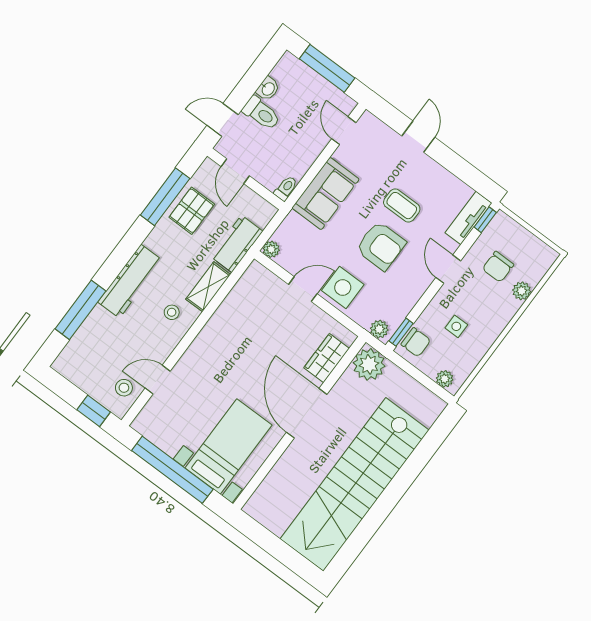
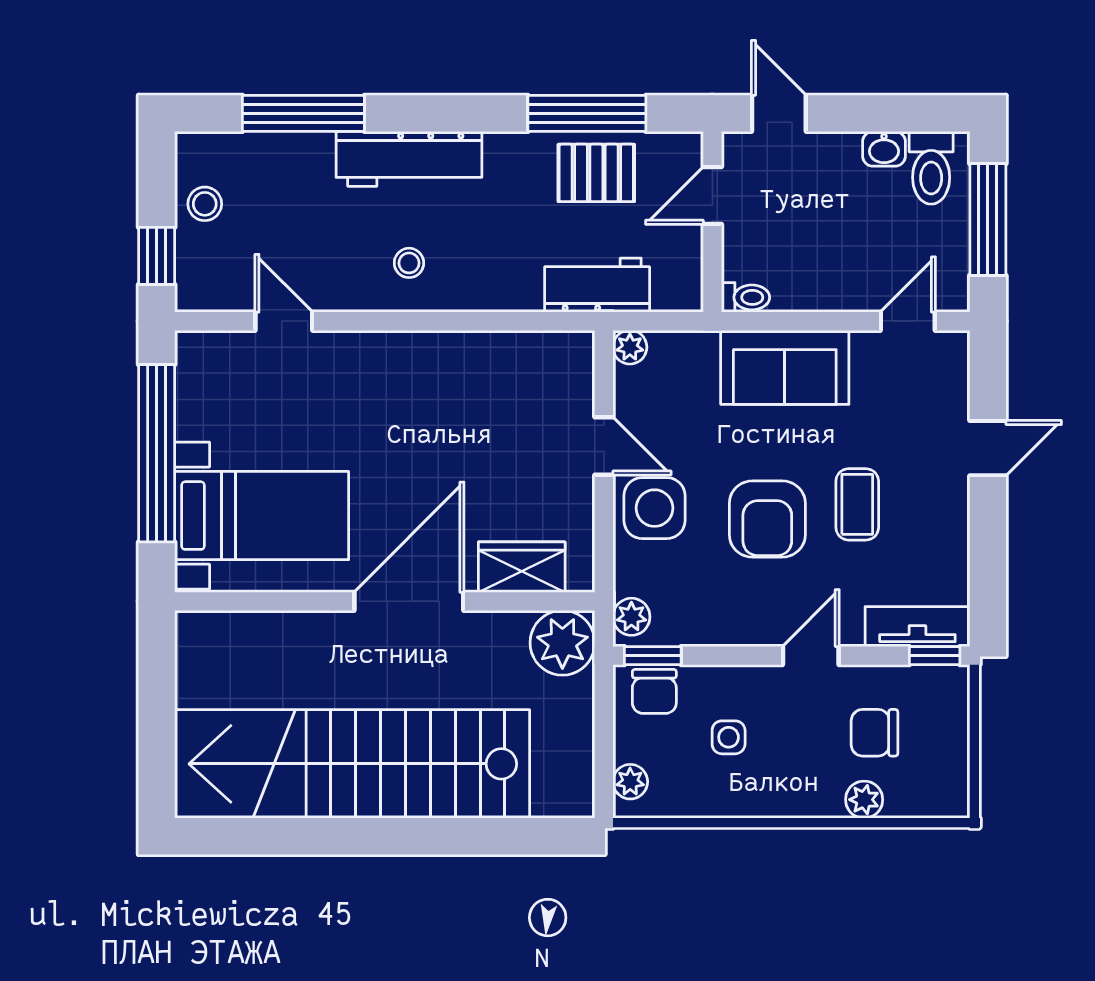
toilet: (261, 113) -> (931, 168), moved
shelving: (208, 287) -> (494, 291), removed
stool: (124, 388) -> (205, 204), moved

